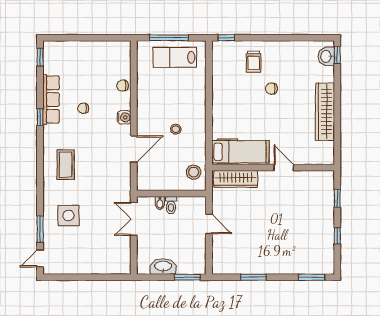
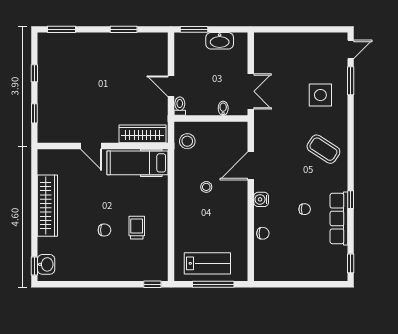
trolley: (254, 61) -> (137, 228), moved
coffee table: (66, 165) -> (323, 149), turned -57
toilet: (171, 205) -> (180, 106), moved

